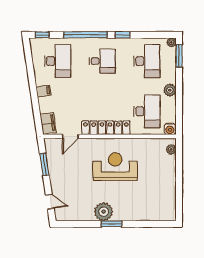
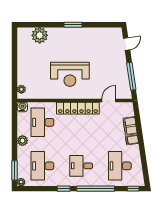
filing cabinet: (48, 123) -> (130, 126), moved
window: (44, 164) -> (131, 76), width x1.44
door: (50, 202) -> (127, 44), swing flipped
plant: (104, 212) -> (40, 35), moved

